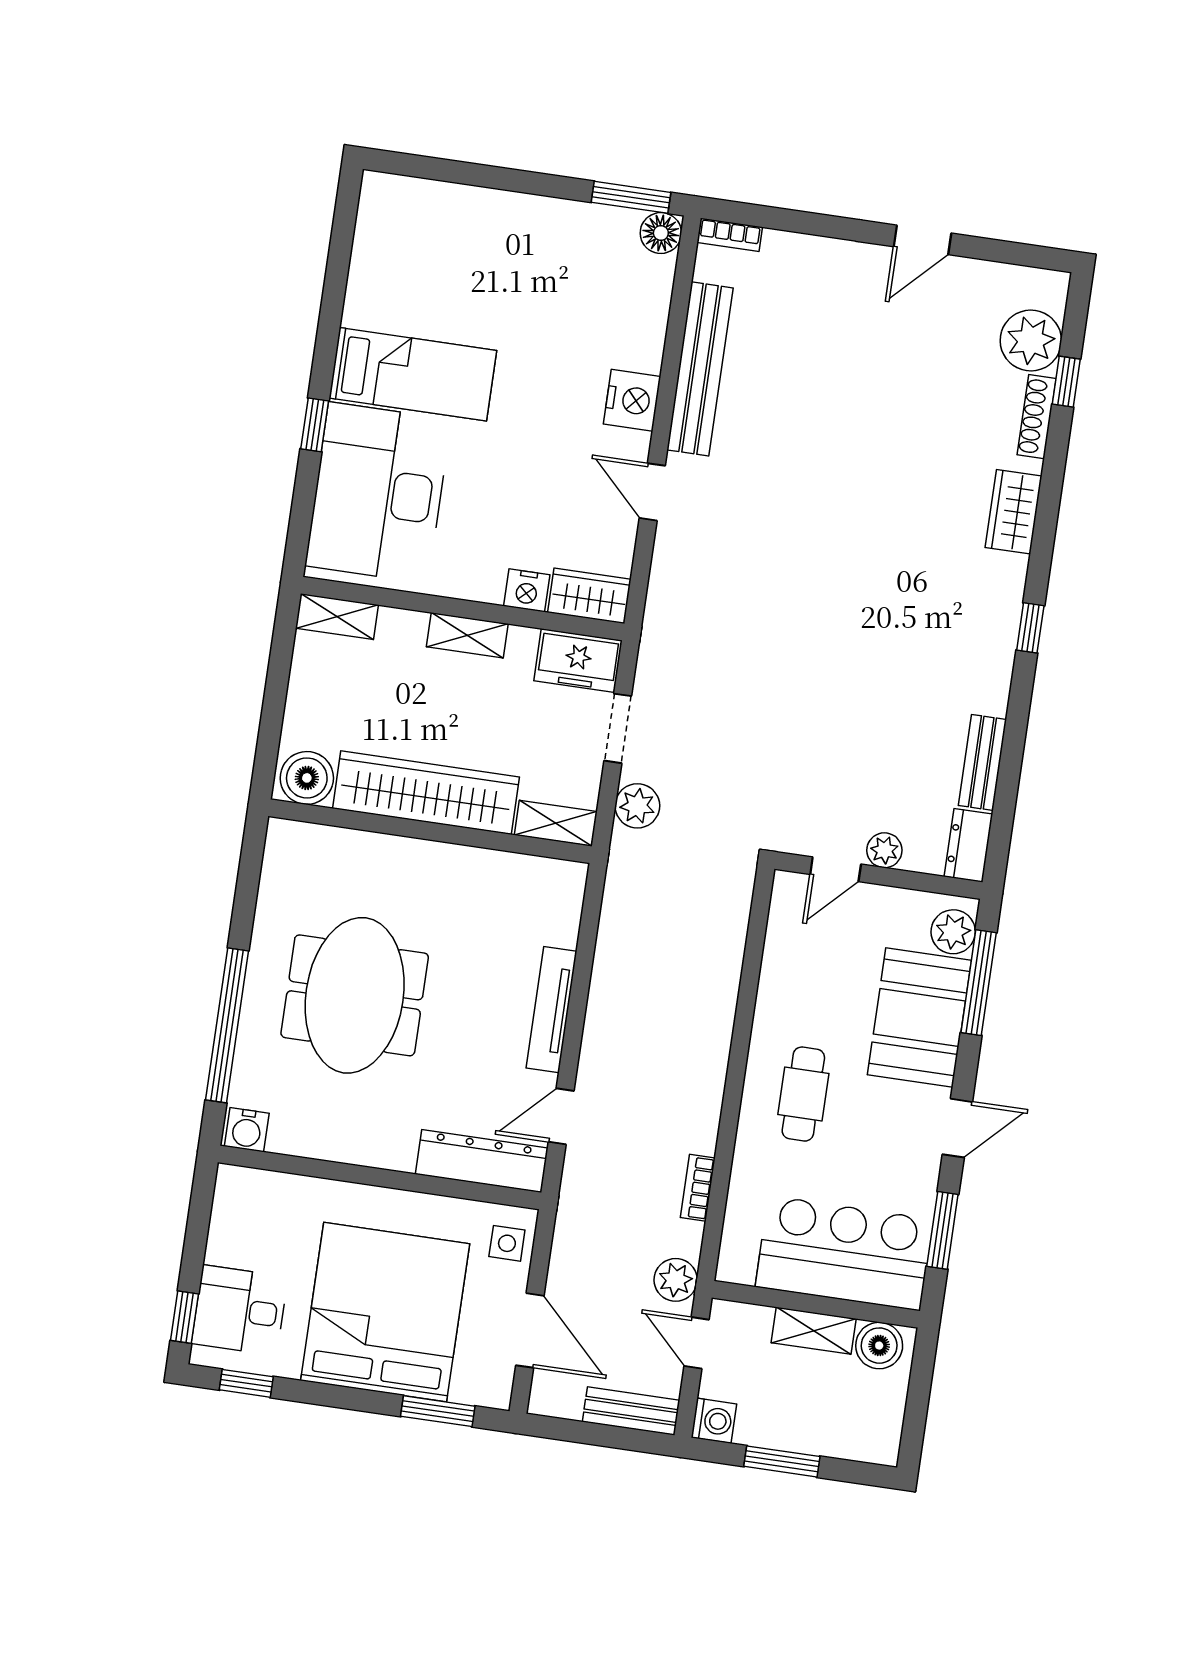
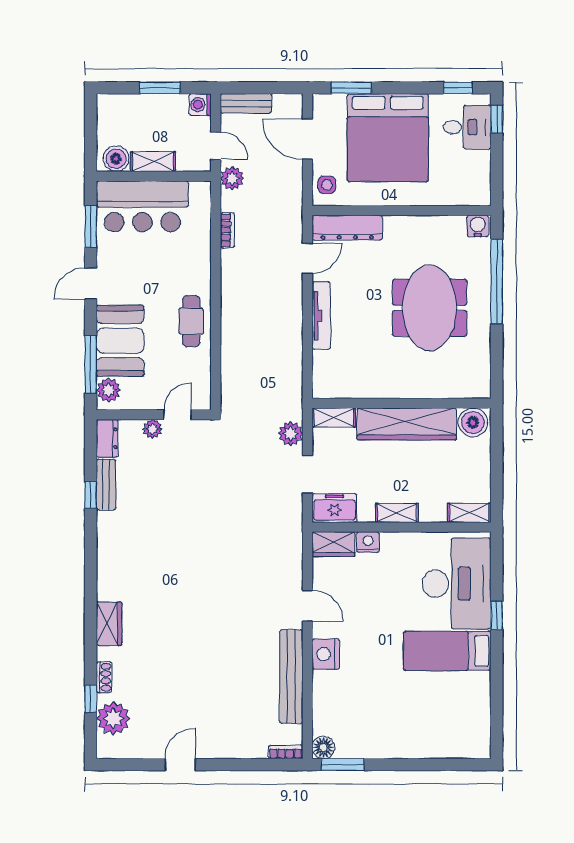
shoe rack: (1037, 417) -> (104, 677), width x0.70
window: (1030, 628) -> (91, 495), moved
cafe table: (803, 1094) -> (191, 321), moved

